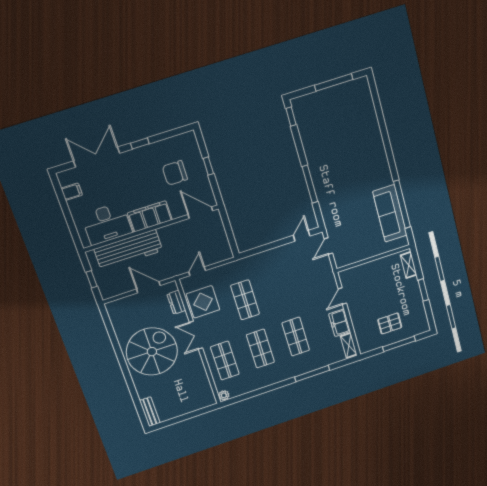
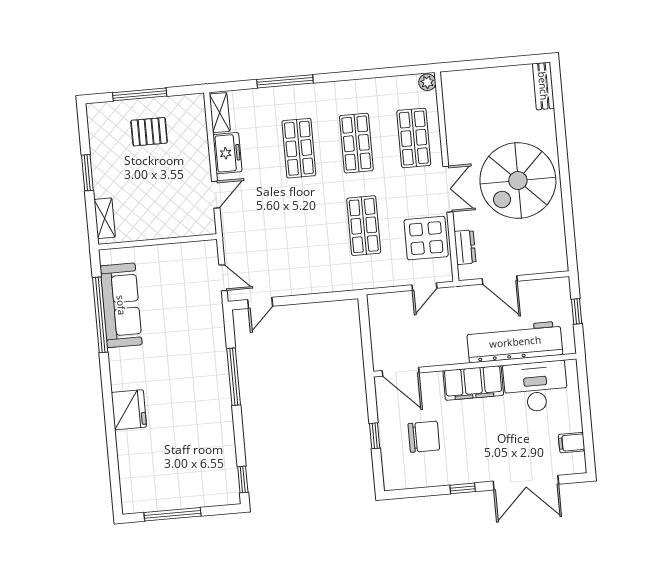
fridge: (374, 147) -> (129, 410), added
door: (328, 246) -> (223, 278), hinge flipped

